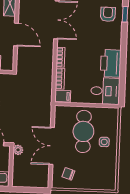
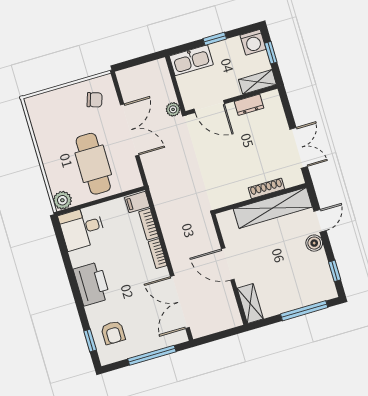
printer: (111, 63) -> (92, 284), moved
plant: (112, 114) -> (62, 200), added
side table: (104, 142) -> (60, 159), removed

